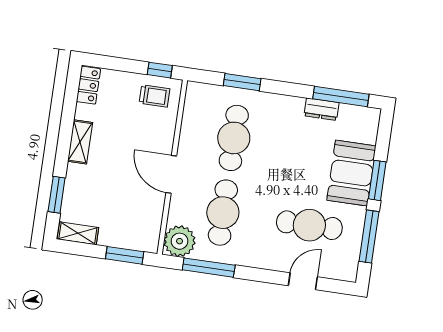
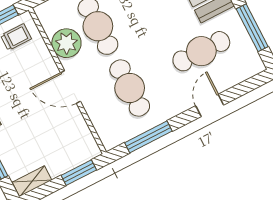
plant: (180, 241) -> (66, 43), moved
door: (303, 281) -> (210, 105), moved

